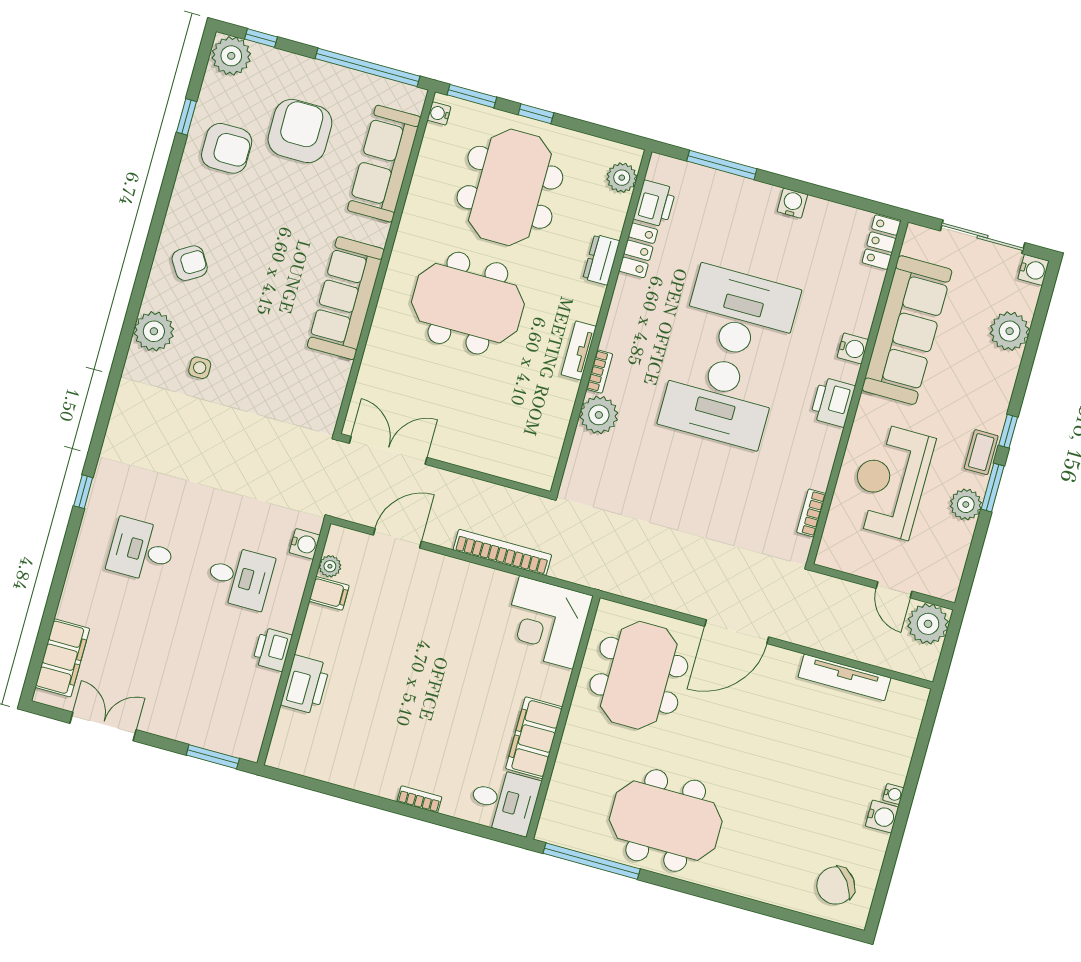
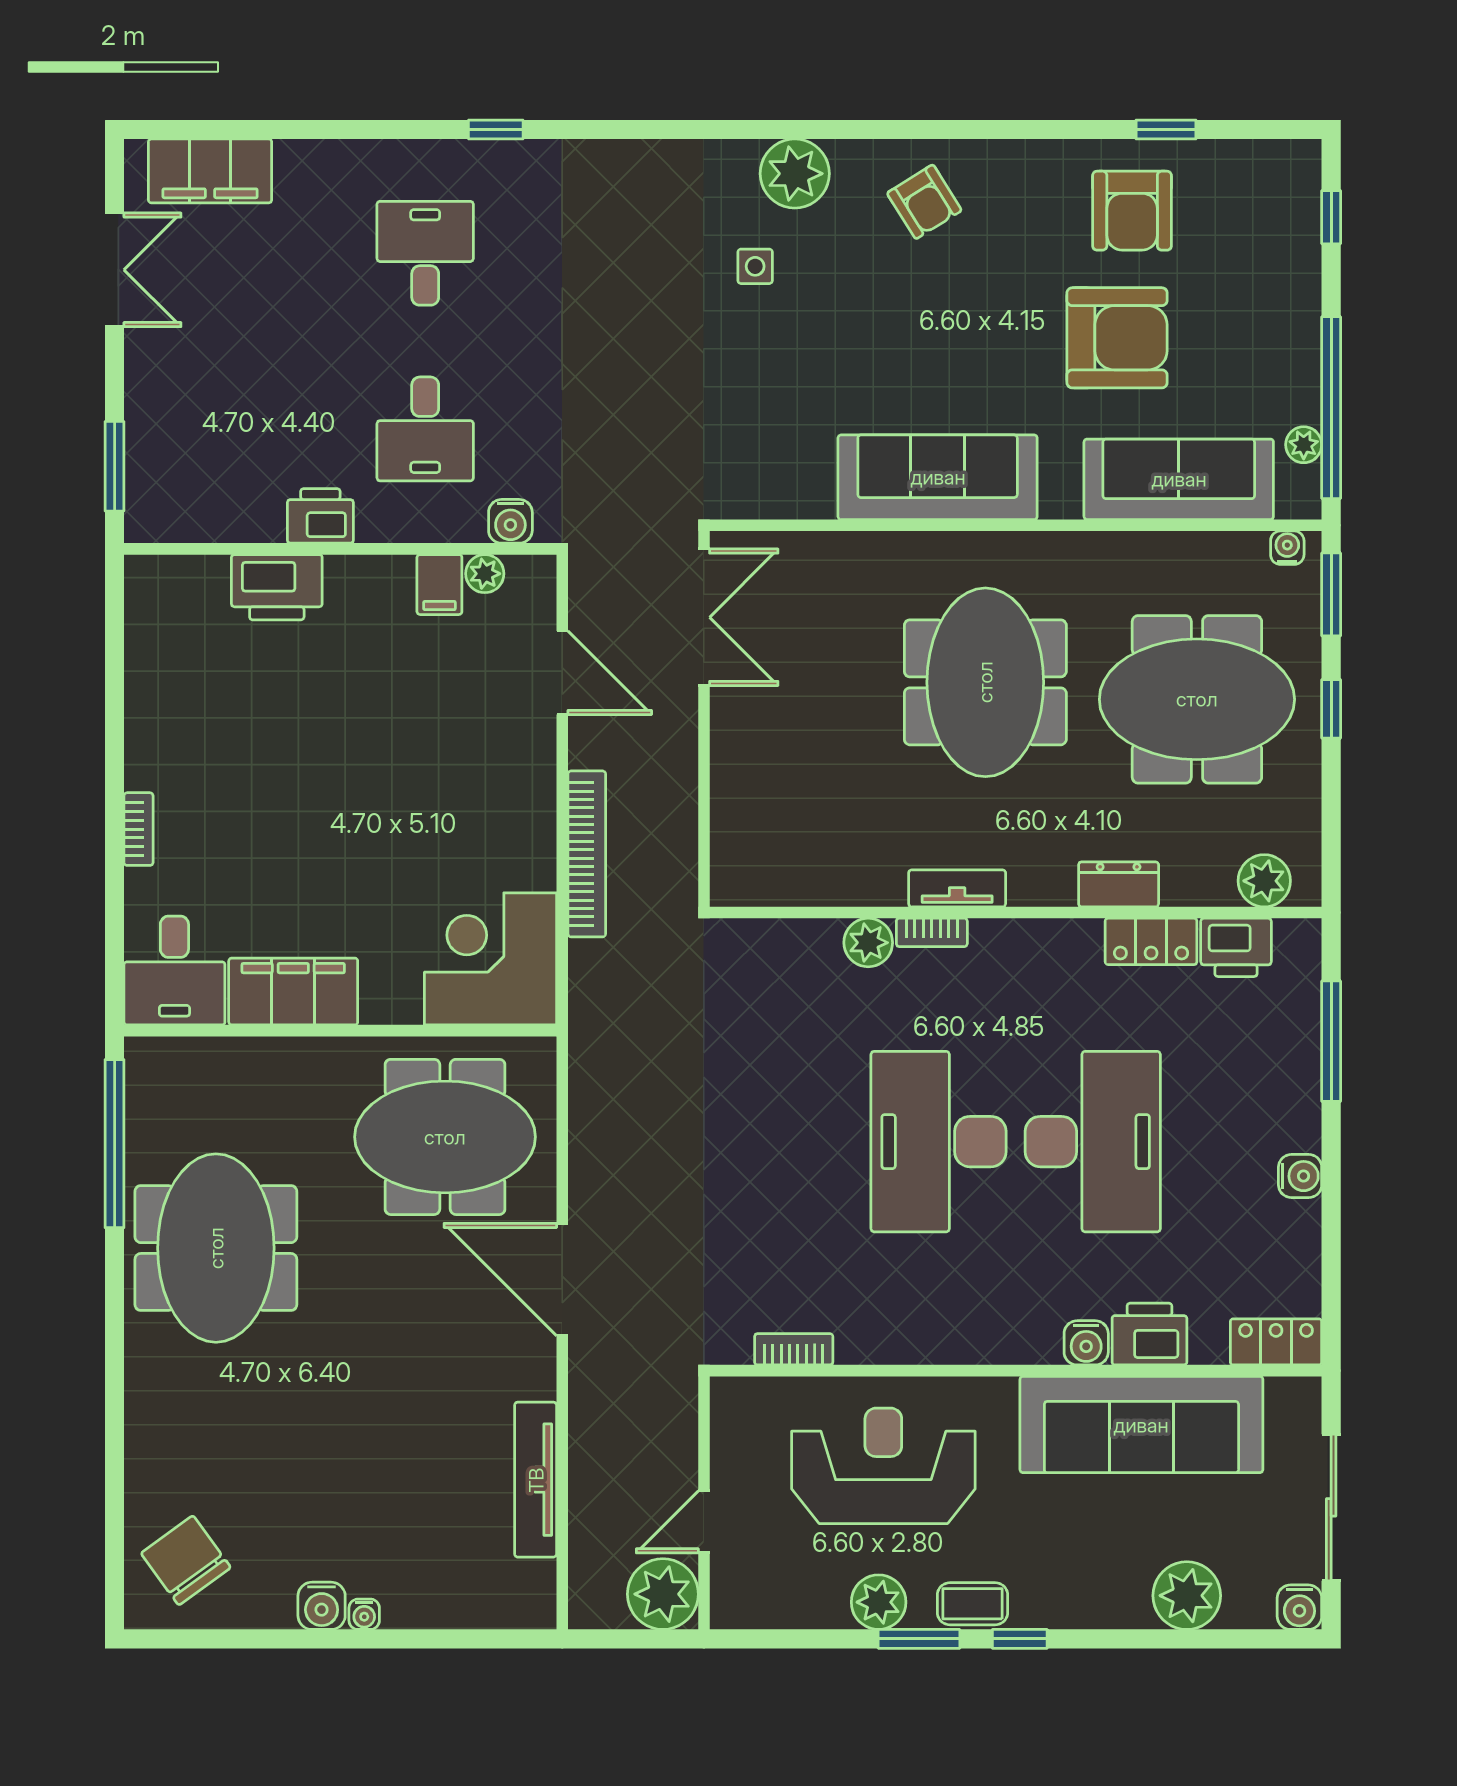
plant: (231, 56) -> (1304, 445), moved, width x0.53, depth x0.53
armchair: (300, 131) -> (1117, 338), moved
printer: (833, 402) -> (1149, 1334), moved
plant: (599, 415) -> (868, 943), width x0.73, depth x0.73

